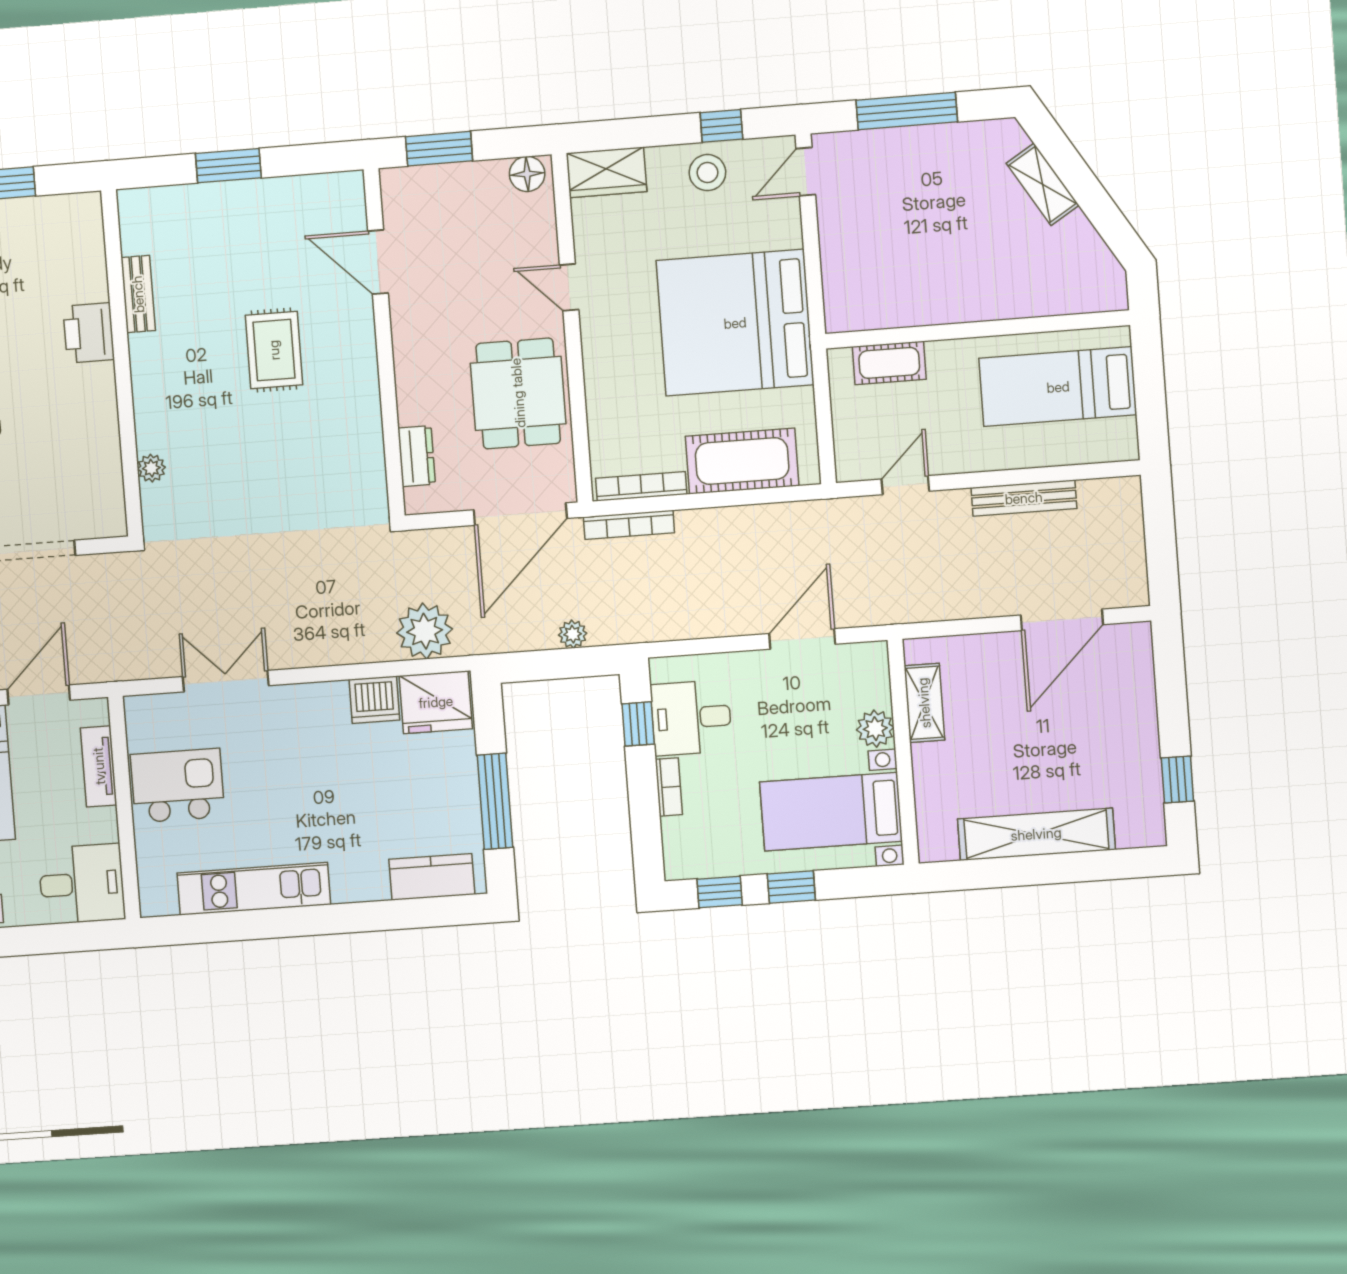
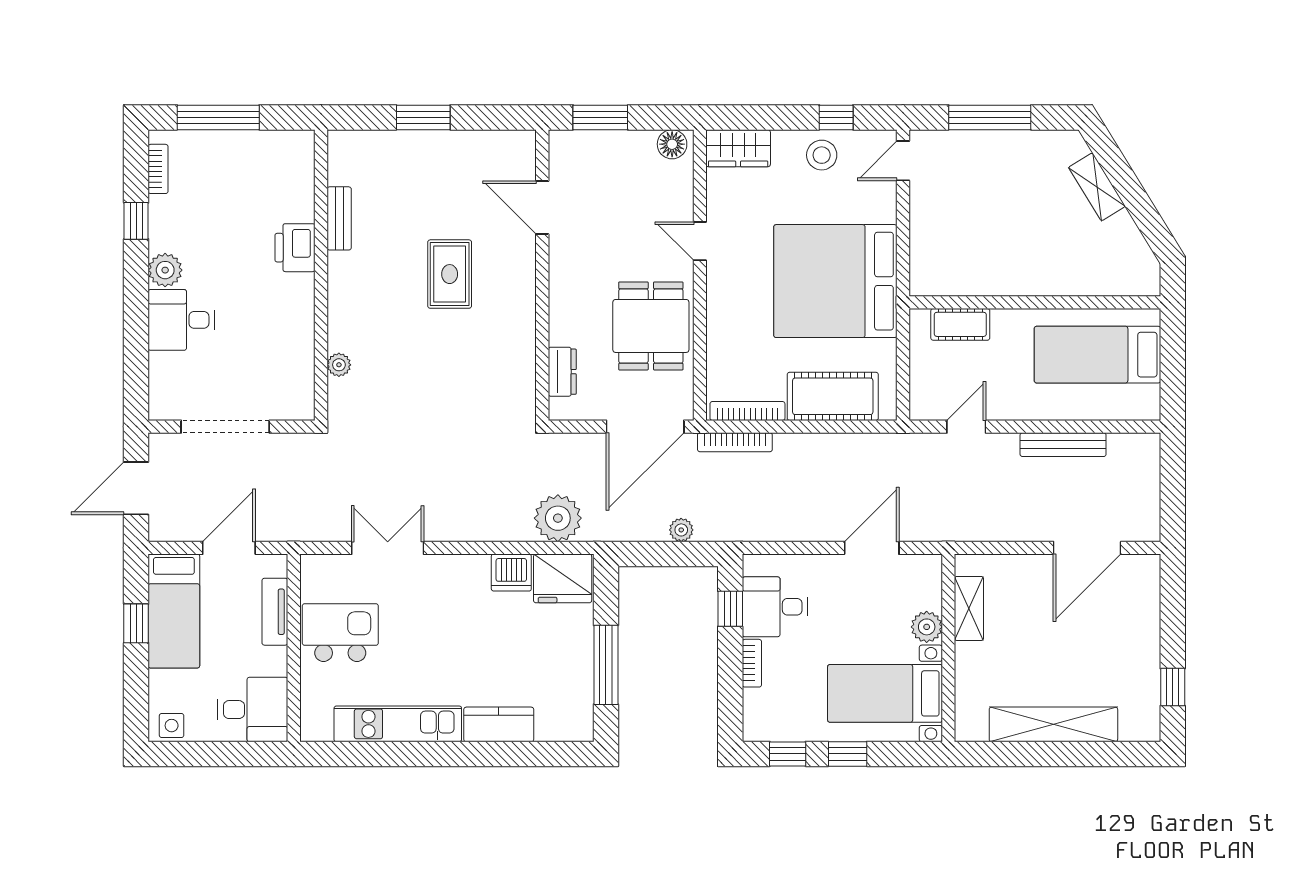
kitchen counter: (432, 877) -> (499, 724), moved

